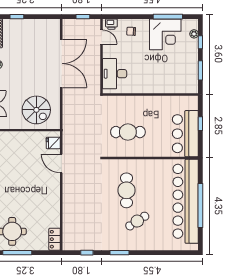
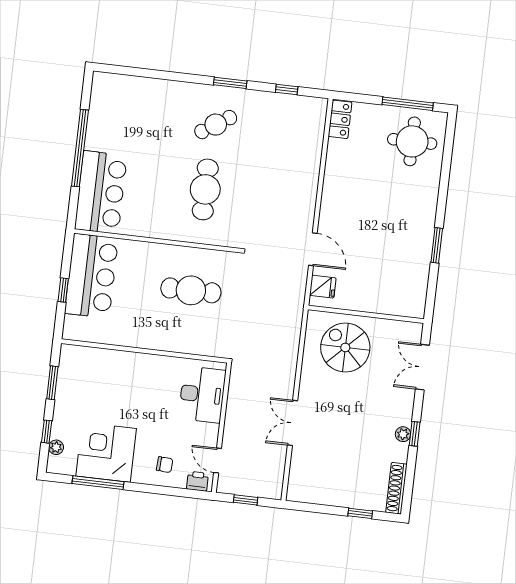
double door: (61, 63) -> (292, 423), width x0.54
bar counter: (186, 201) -> (101, 192), width x0.54
cafe table: (137, 221) -> (216, 125), moved

